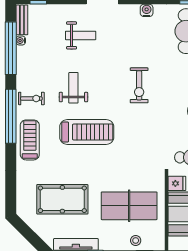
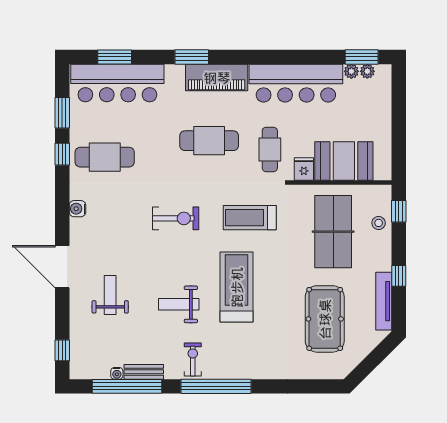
bench: (22, 20) -> (144, 372), moved
treadmill: (30, 140) -> (250, 218), moved

